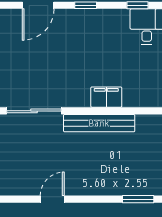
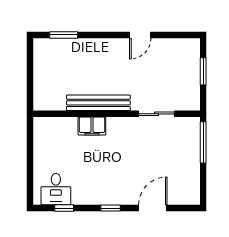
sliding door: (34, 111) -> (157, 114), width x0.73

